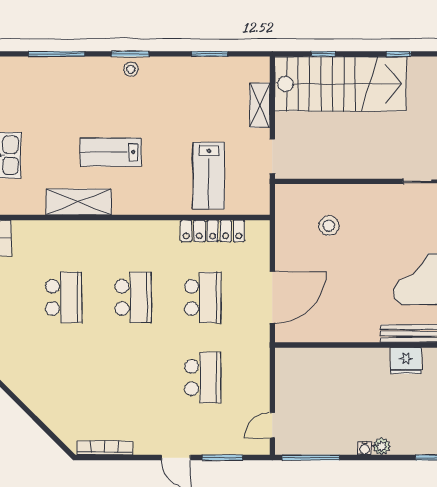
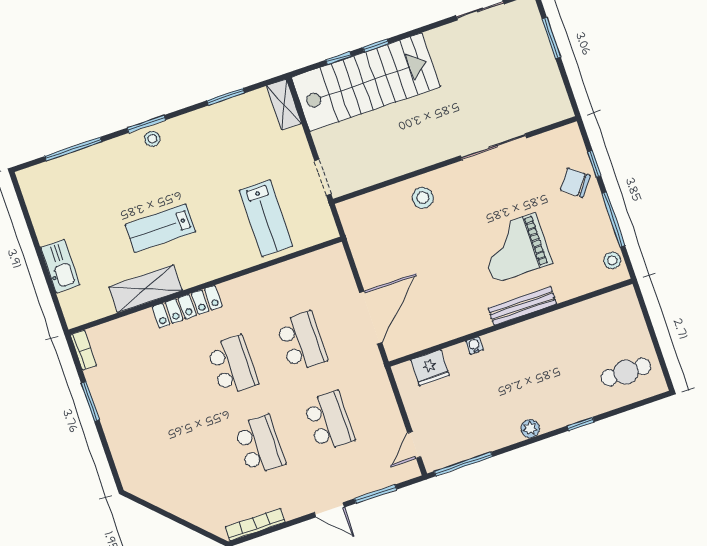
window: (398, 54) -> (376, 46), moved
shelving: (260, 105) -> (284, 105), moved
stool: (329, 226) -> (423, 198), moved
locker: (212, 231) -> (187, 307), moved
school desk: (64, 297) -> (260, 445), moved
fridge: (406, 361) -> (430, 368), moved
water cooler: (364, 448) -> (474, 345), moved, turned 180

